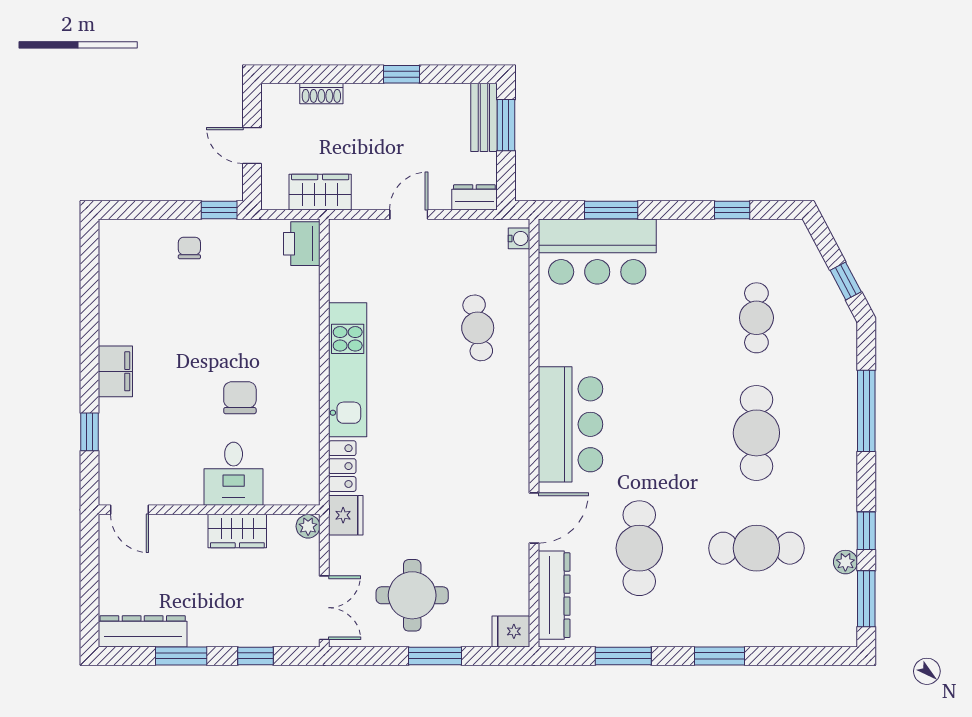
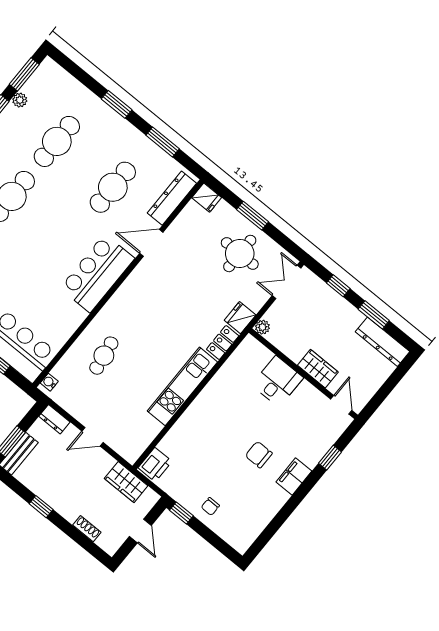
chair: (240, 398) -> (259, 455), moved, turned 90
wardrobe: (237, 531) -> (318, 369), moved
cafe table: (756, 548) -> (57, 141), turned 90

